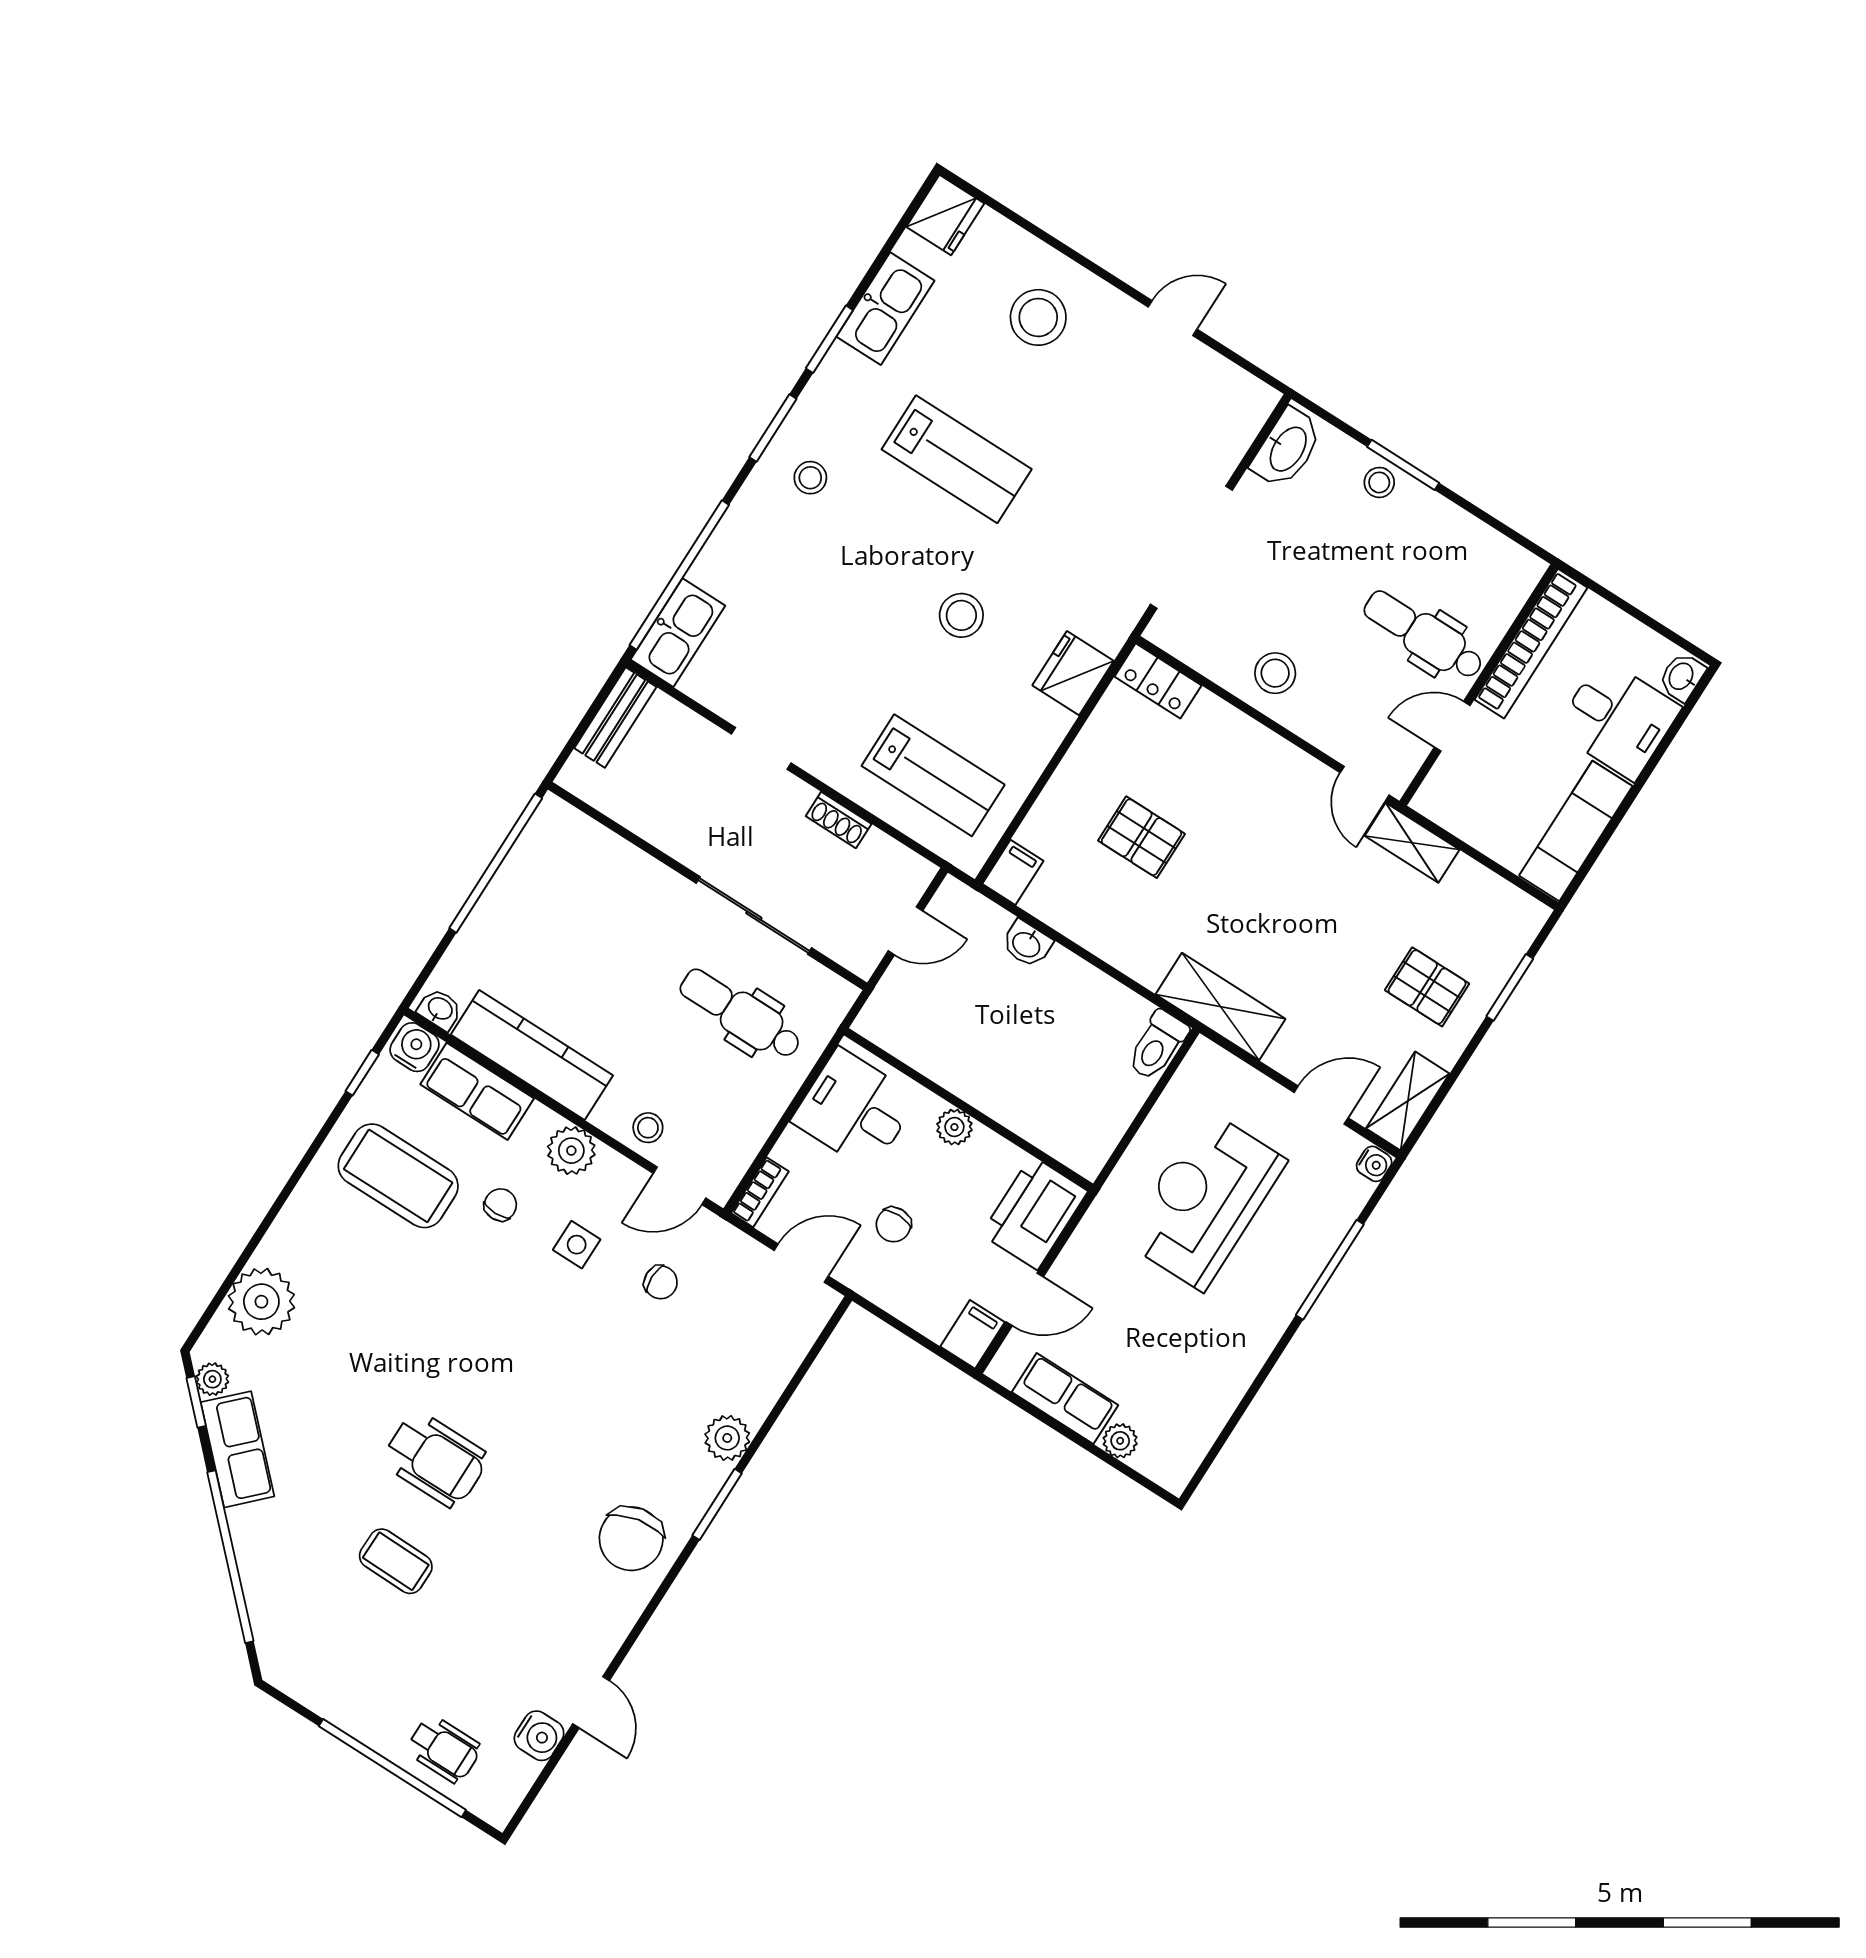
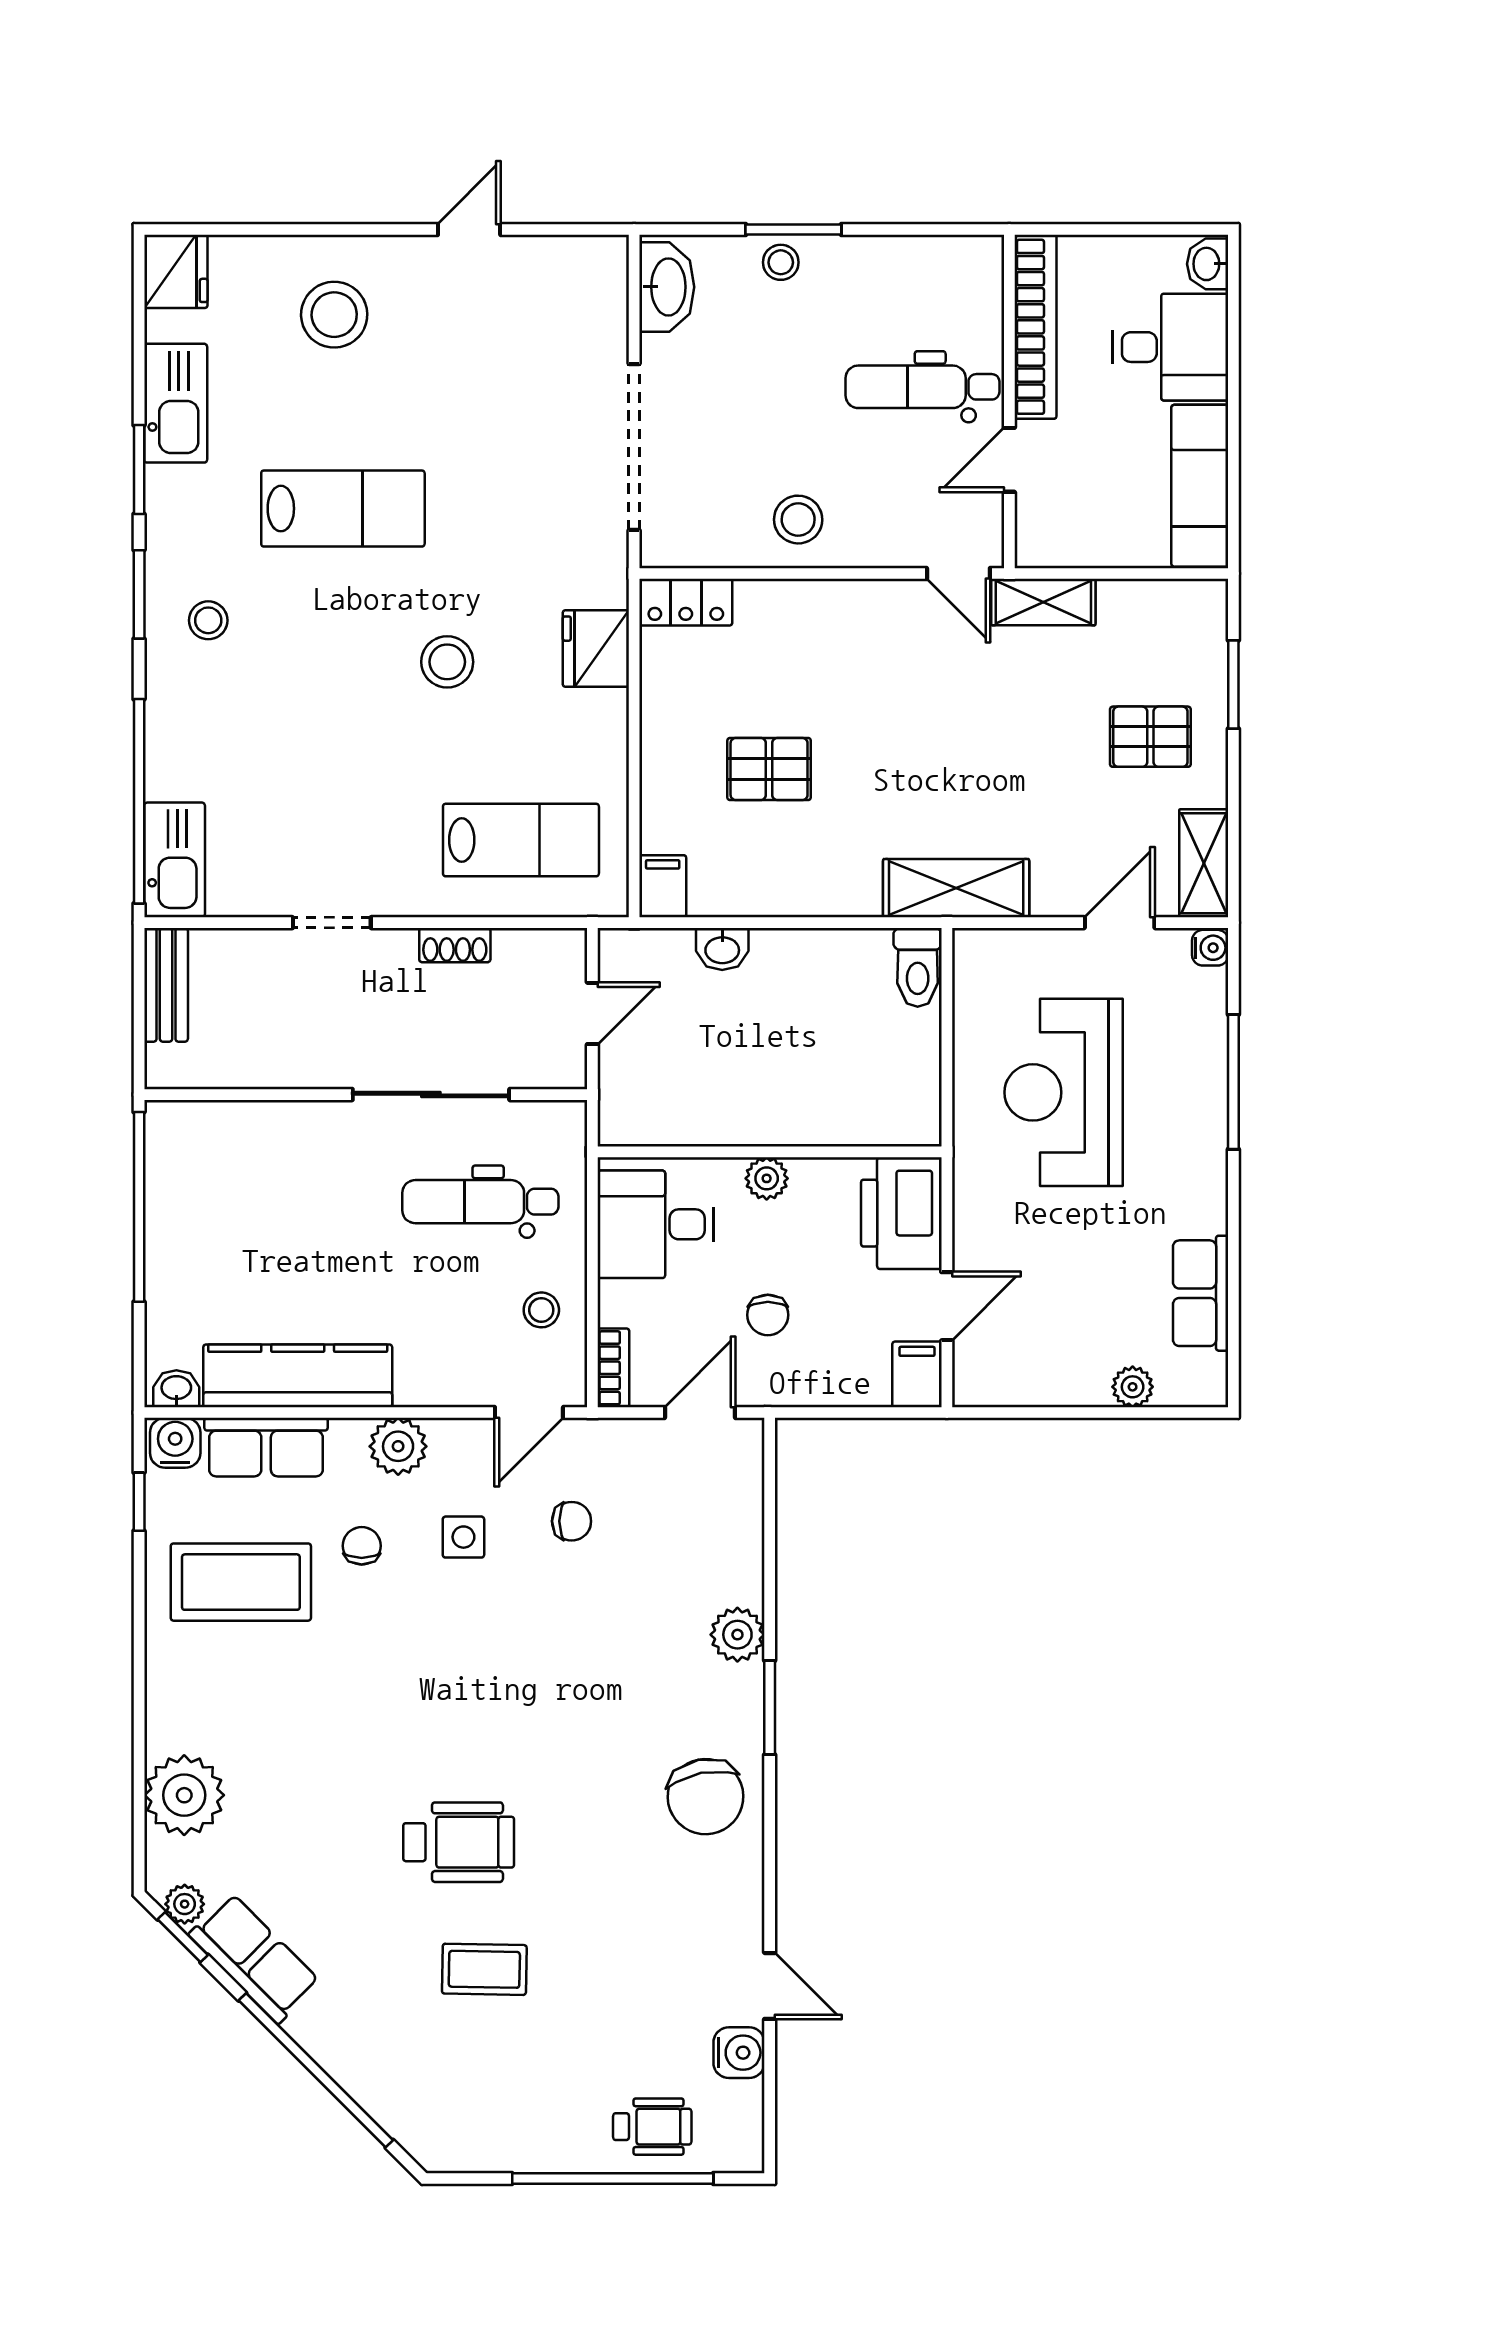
stool: (648, 1128) -> (541, 1310), moved
row of seats: (1065, 1399) -> (1201, 1293), moved, turned -90

